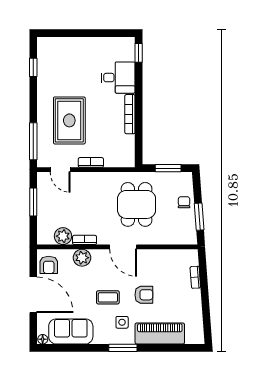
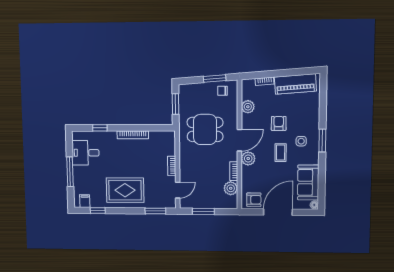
window: (83, 33) -> (70, 172), added
filing cabinet: (45, 51) -> (85, 201), added
window: (139, 53) -> (100, 128), moved
desk: (118, 78) -> (86, 153), moved, turned -90
rug: (69, 120) -> (125, 190), moved
window: (33, 141) -> (155, 211), width x0.69
chair: (184, 202) -> (222, 91), moved
plant: (164, 257) -> (248, 107), added
plant: (82, 258) -> (248, 158), moved
piano: (160, 334) -> (295, 84), moved, turned -94

